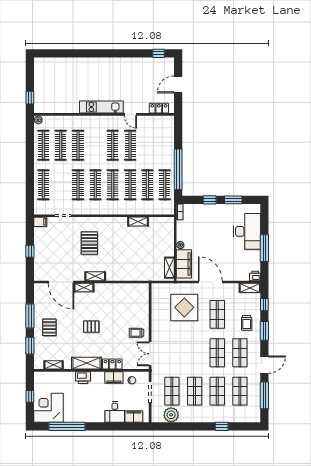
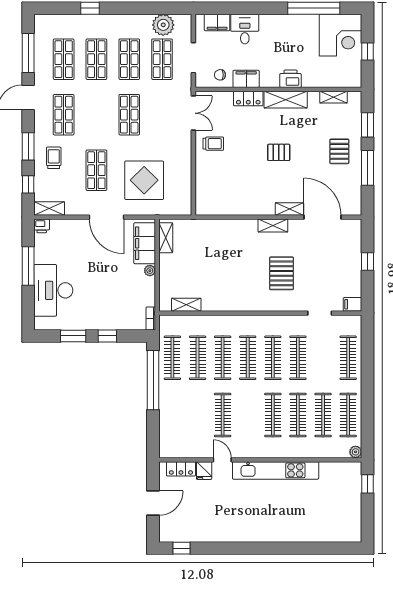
kitchen unit: (101, 107) -> (276, 470), width x1.36
fridge: (143, 107) -> (204, 471), added
clothes rail: (113, 145) -> (273, 415), moved
shelving: (138, 221) -> (186, 305), moved
shop shelf: (217, 353) -> (129, 115), moved

